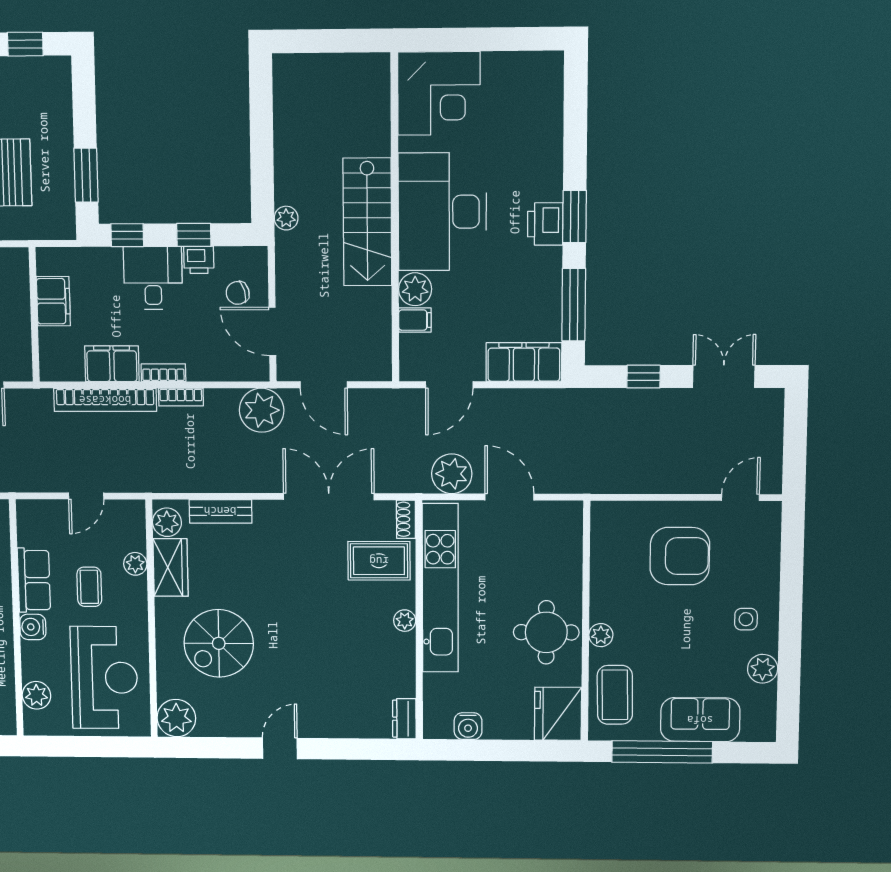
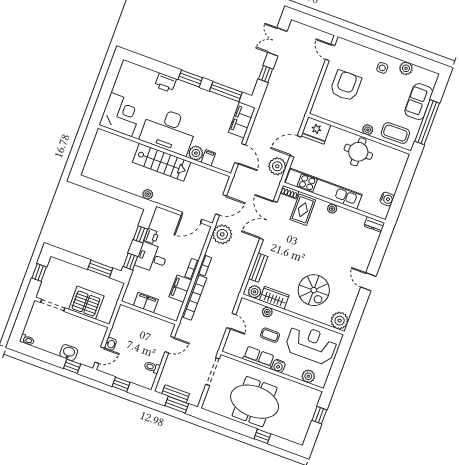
printer: (545, 224) -> (166, 83), moved
chair: (238, 293) -> (171, 226), removed
fridge: (558, 714) -> (316, 130), moved

